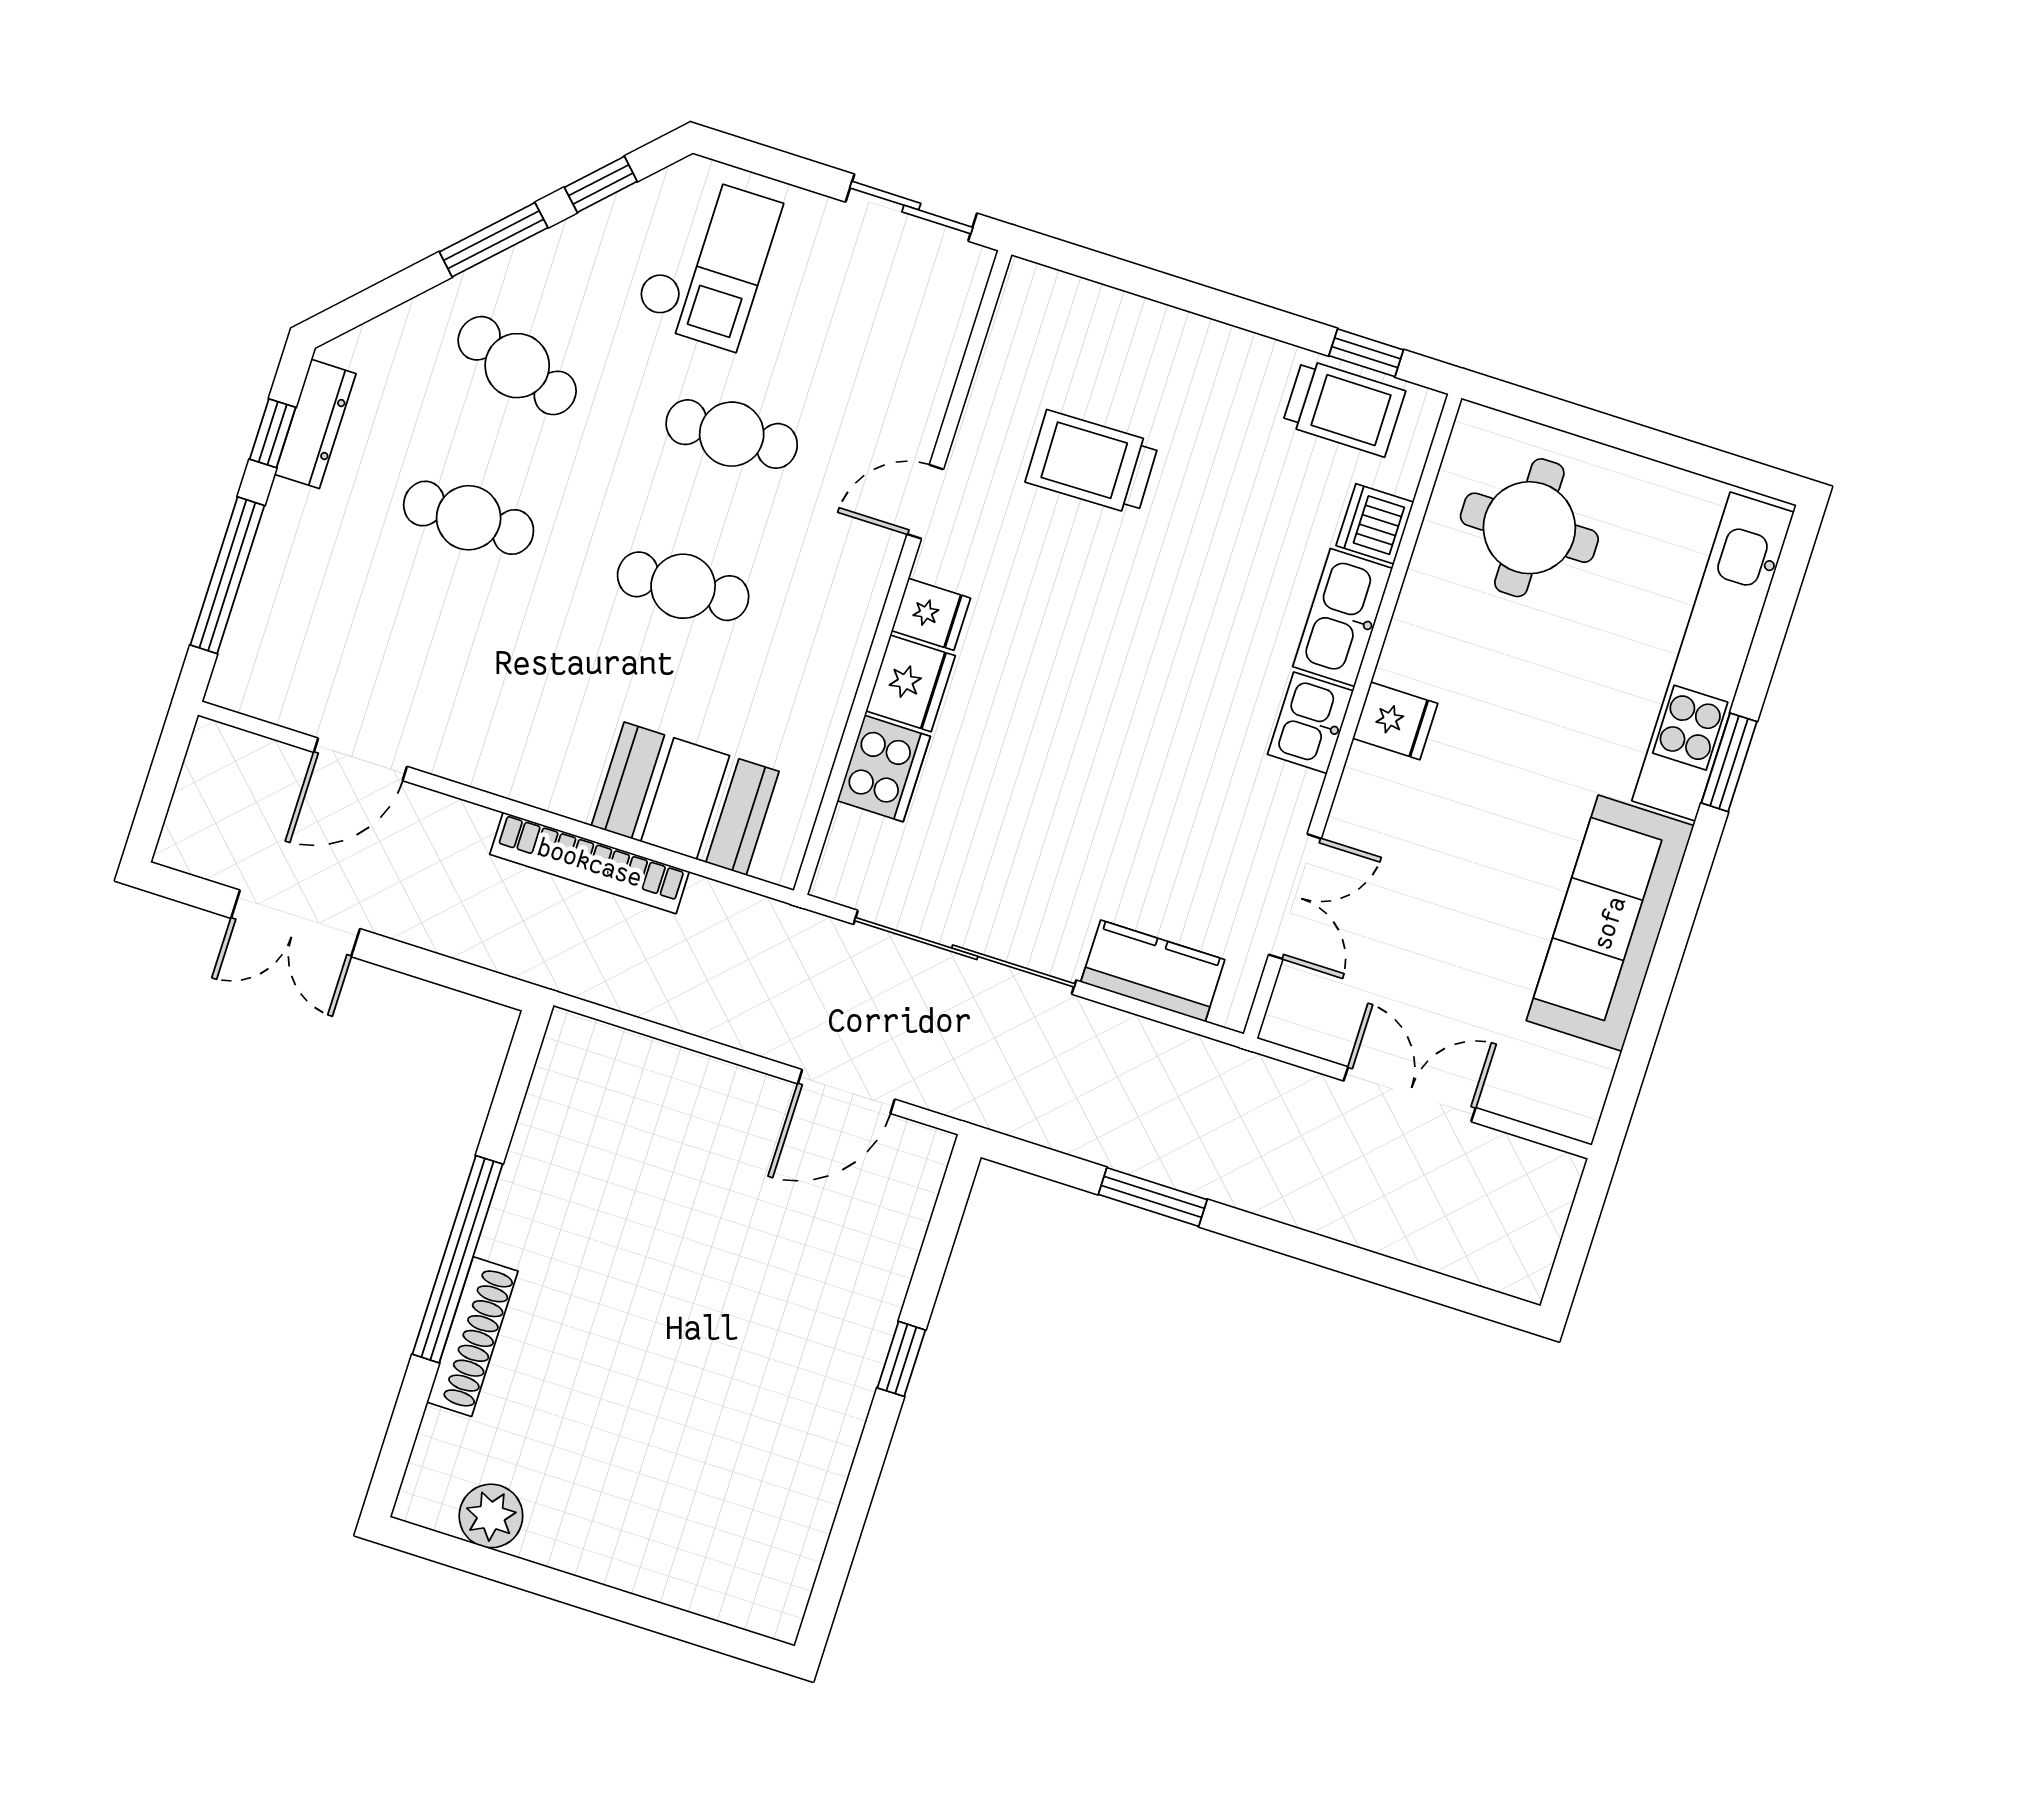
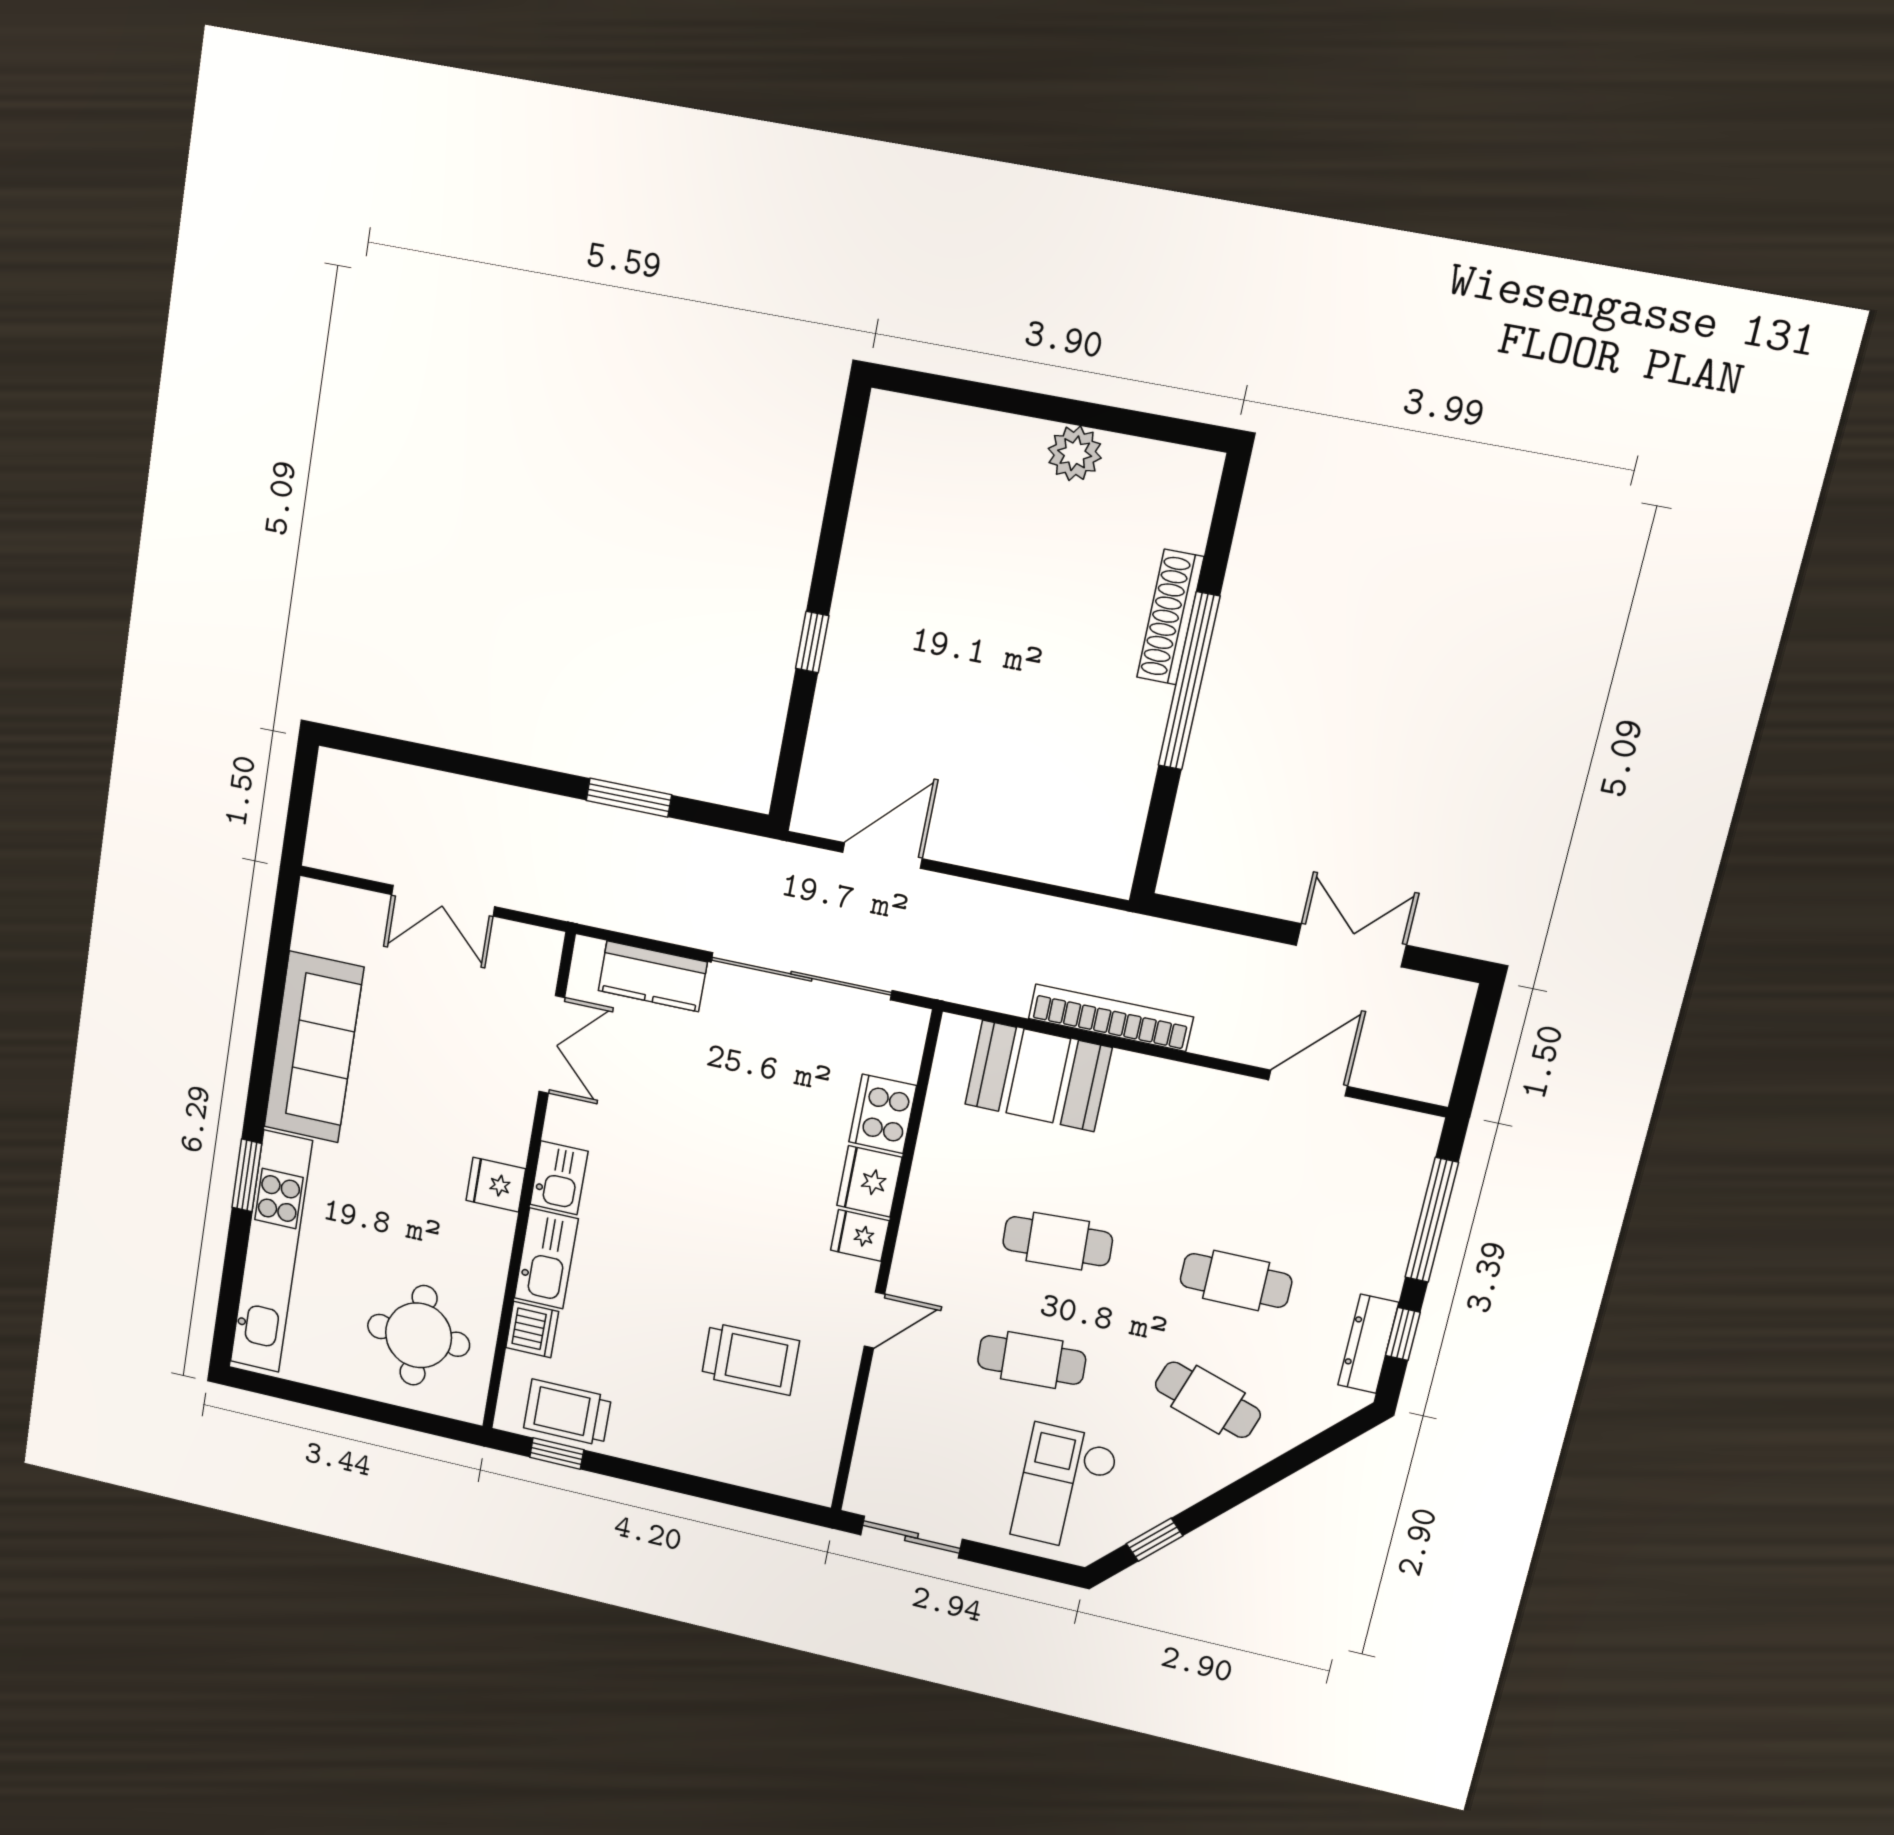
window: (494, 240) -> (1236, 1493), removed
double door: (1295, 897) -> (552, 1045), swing flipped
plant: (491, 1516) -> (1075, 453), moved

